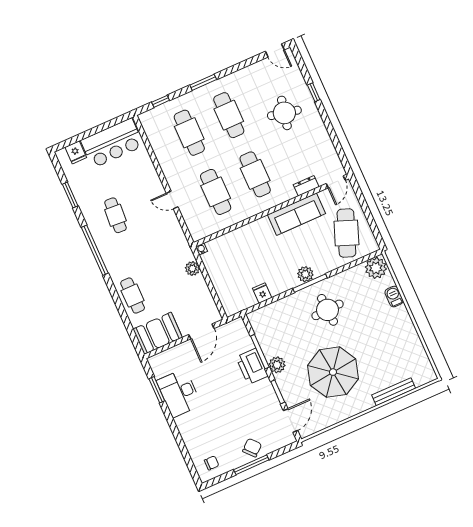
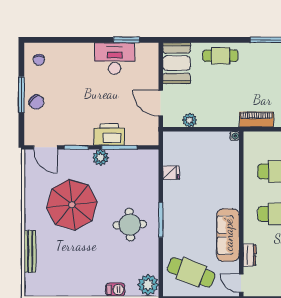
piano: (177, 235) -> (256, 120), added
plant: (192, 268) -> (190, 120), moved
plant: (305, 274) -> (171, 219), removed

